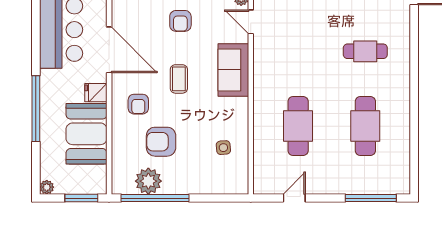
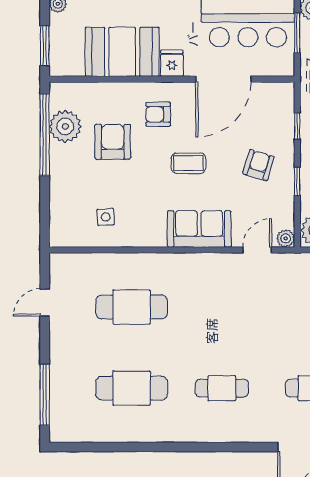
armchair: (180, 21) -> (258, 165), turned 107
cafe table: (365, 51) -> (222, 388), turned 90
door: (294, 198) -> (45, 302), swing flipped

